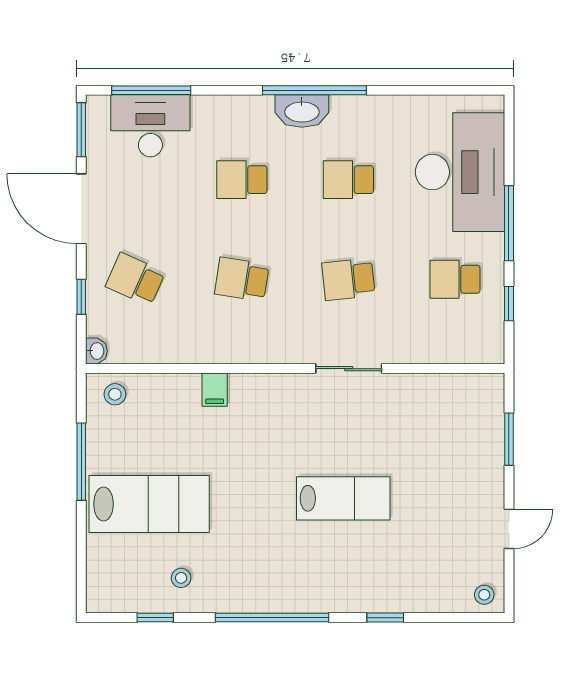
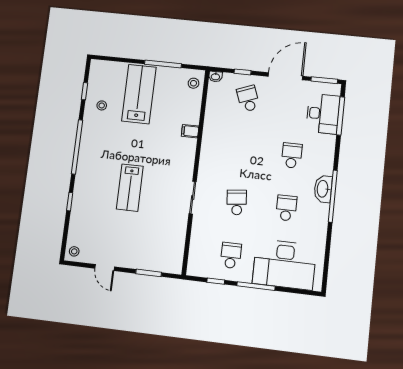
school desk: (135, 279) -> (248, 99), turned -45
school desk: (242, 279) -> (242, 150), removed
lab bench: (149, 504) -> (139, 94), turned 180

